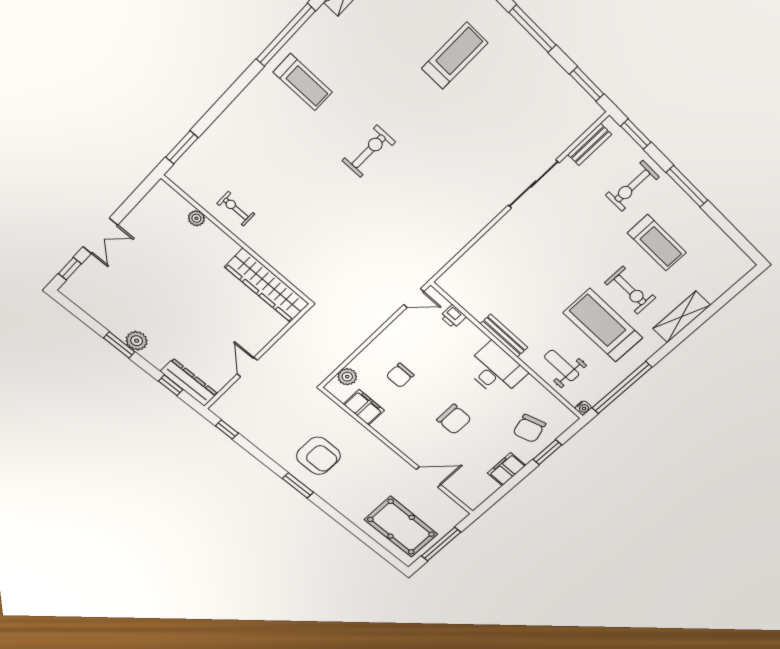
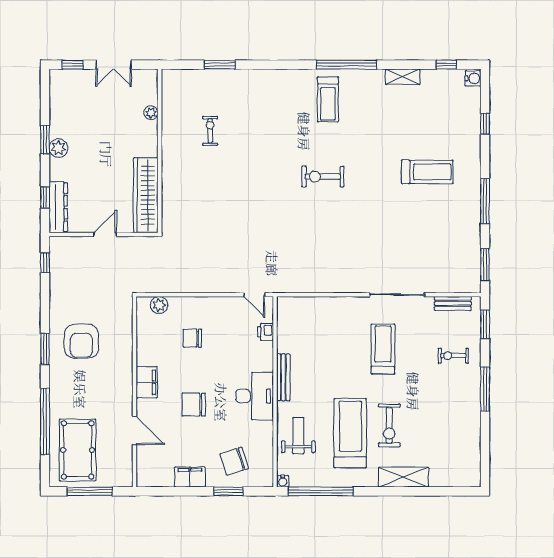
exercise bike: (369, 151) -> (323, 177), turned 180
exercise bike: (632, 186) -> (453, 356), width x0.73, depth x0.72
plant: (196, 218) -> (151, 113), moved
wall: (238, 241) -> (160, 151), moved
treadmill: (657, 243) -> (383, 349), moved, turned 180
wardrobe: (267, 285) -> (146, 195), moved
filing cabinet: (364, 407) -> (147, 382), moved
chair: (454, 419) -> (194, 405), turned 90
window: (355, 530) -> (45, 421), added

